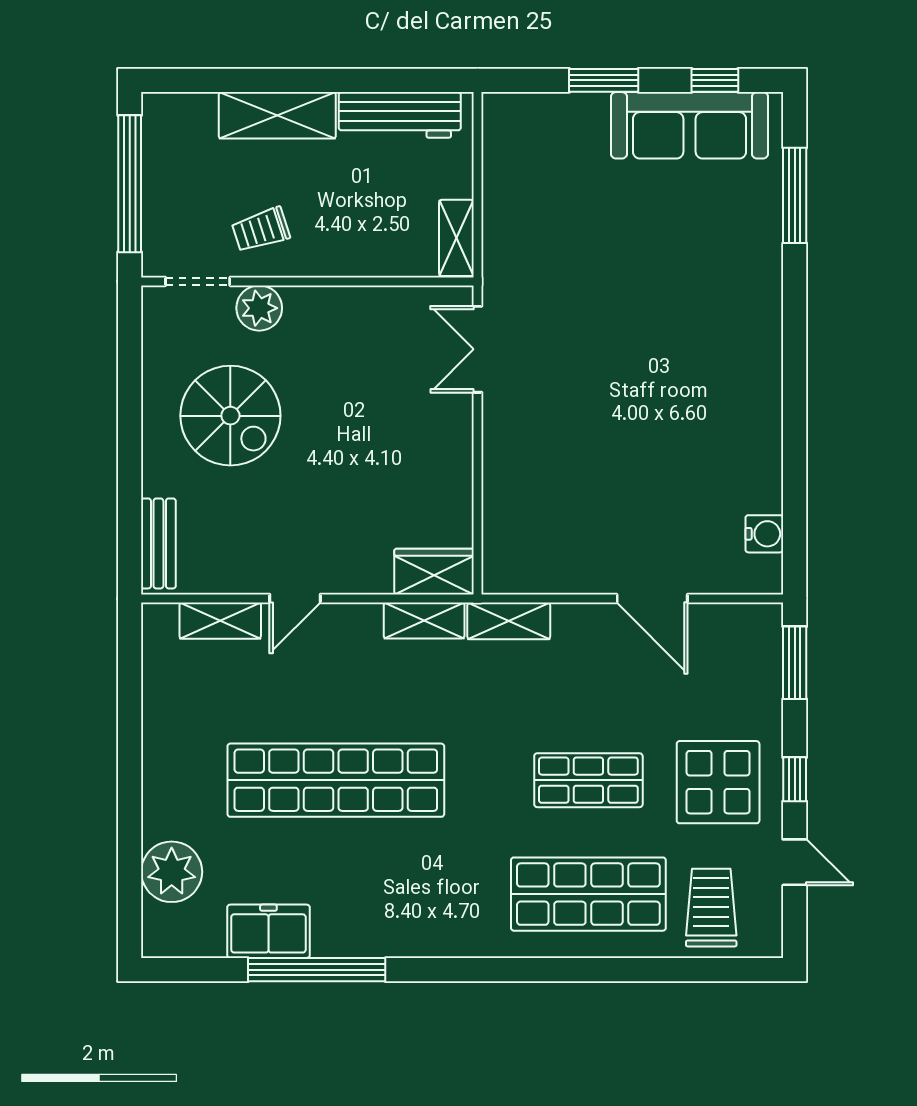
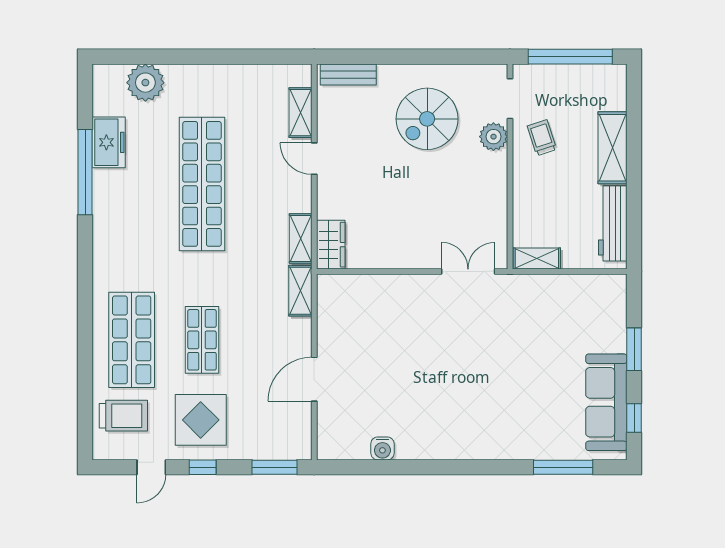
water cooler: (764, 534) -> (382, 448), moved

